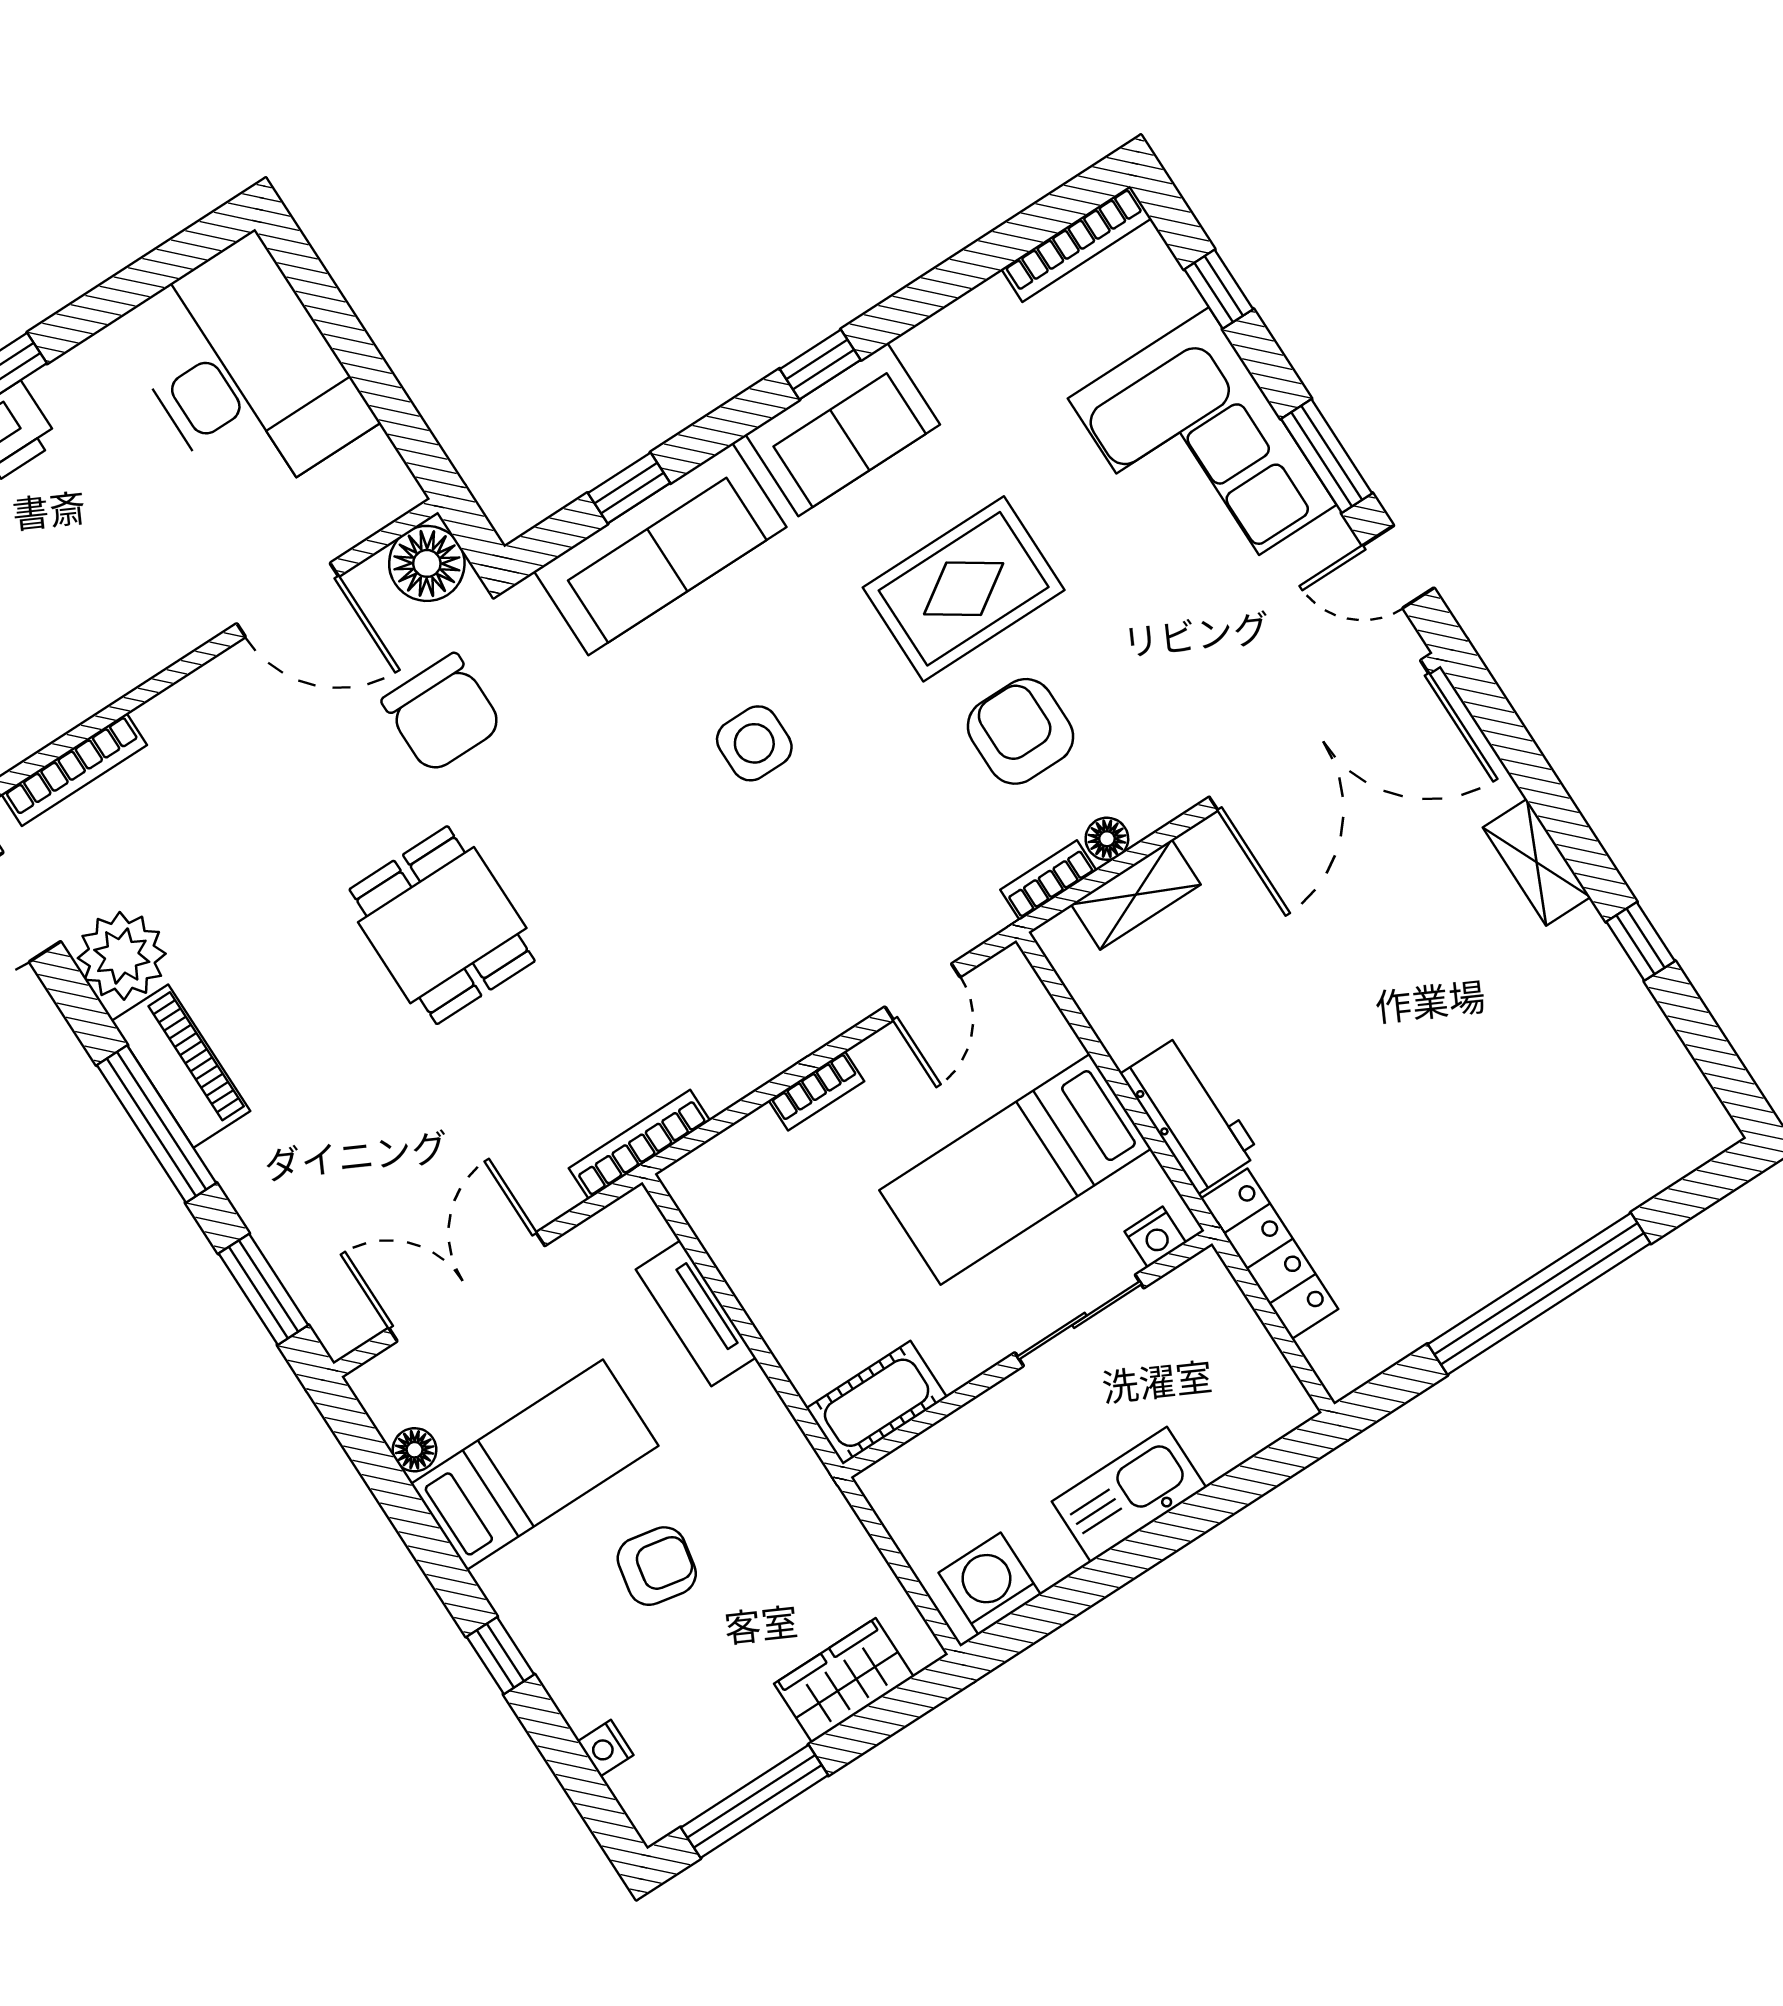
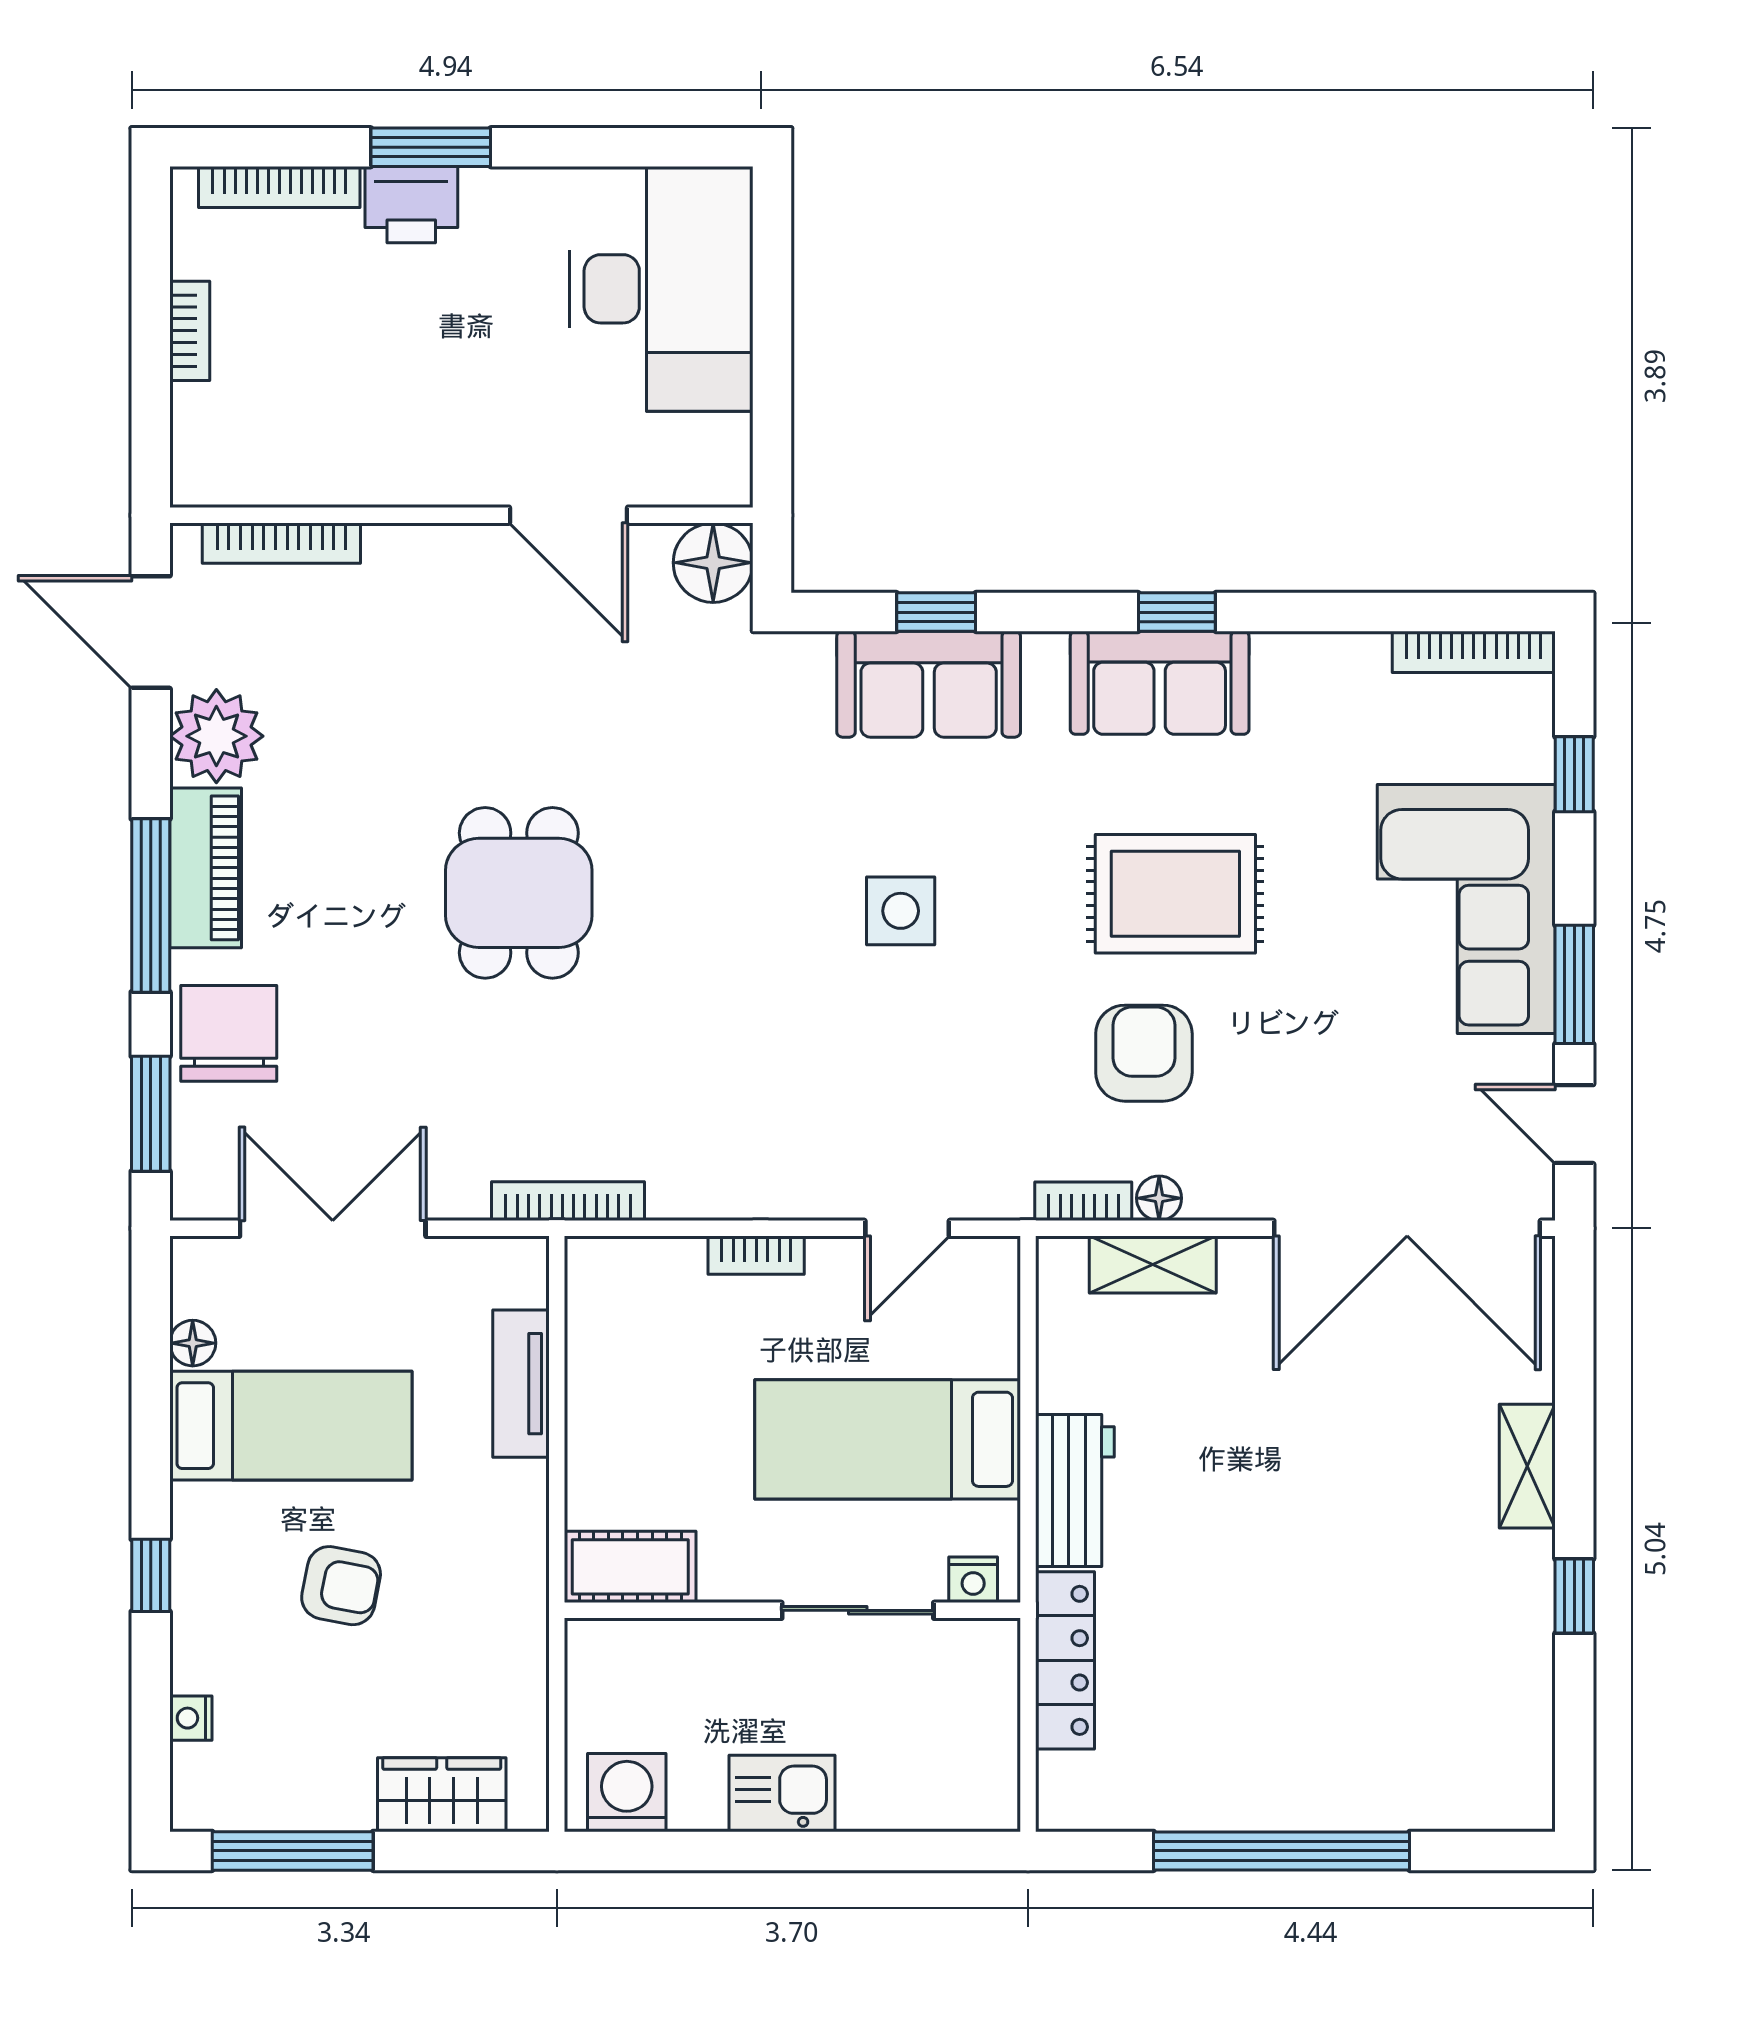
sofa: (660, 549) -> (929, 684), width x0.73
chair: (442, 713) -> (229, 1033), moved, turned 180
kitchen sink: (1129, 1494) -> (782, 1794), width x0.73

